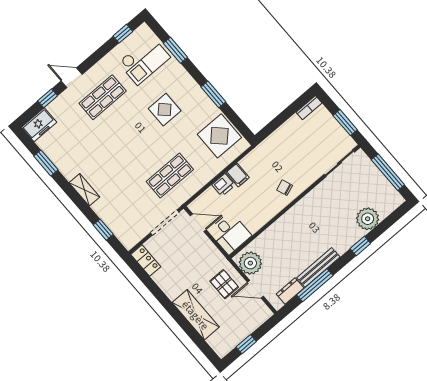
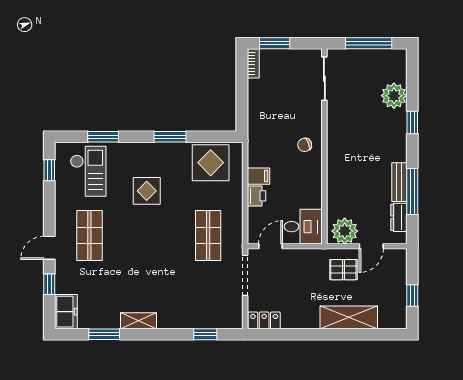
window: (345, 123) -> (275, 43), moved
shelving: (84, 190) -> (138, 321), moved
bench: (318, 267) -> (399, 182), width x0.73

